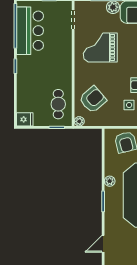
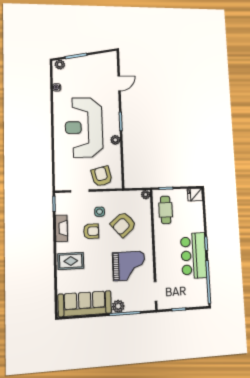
bar counter: (30, 31) -> (194, 256), moved
armchair: (93, 100) -> (123, 224), moved

